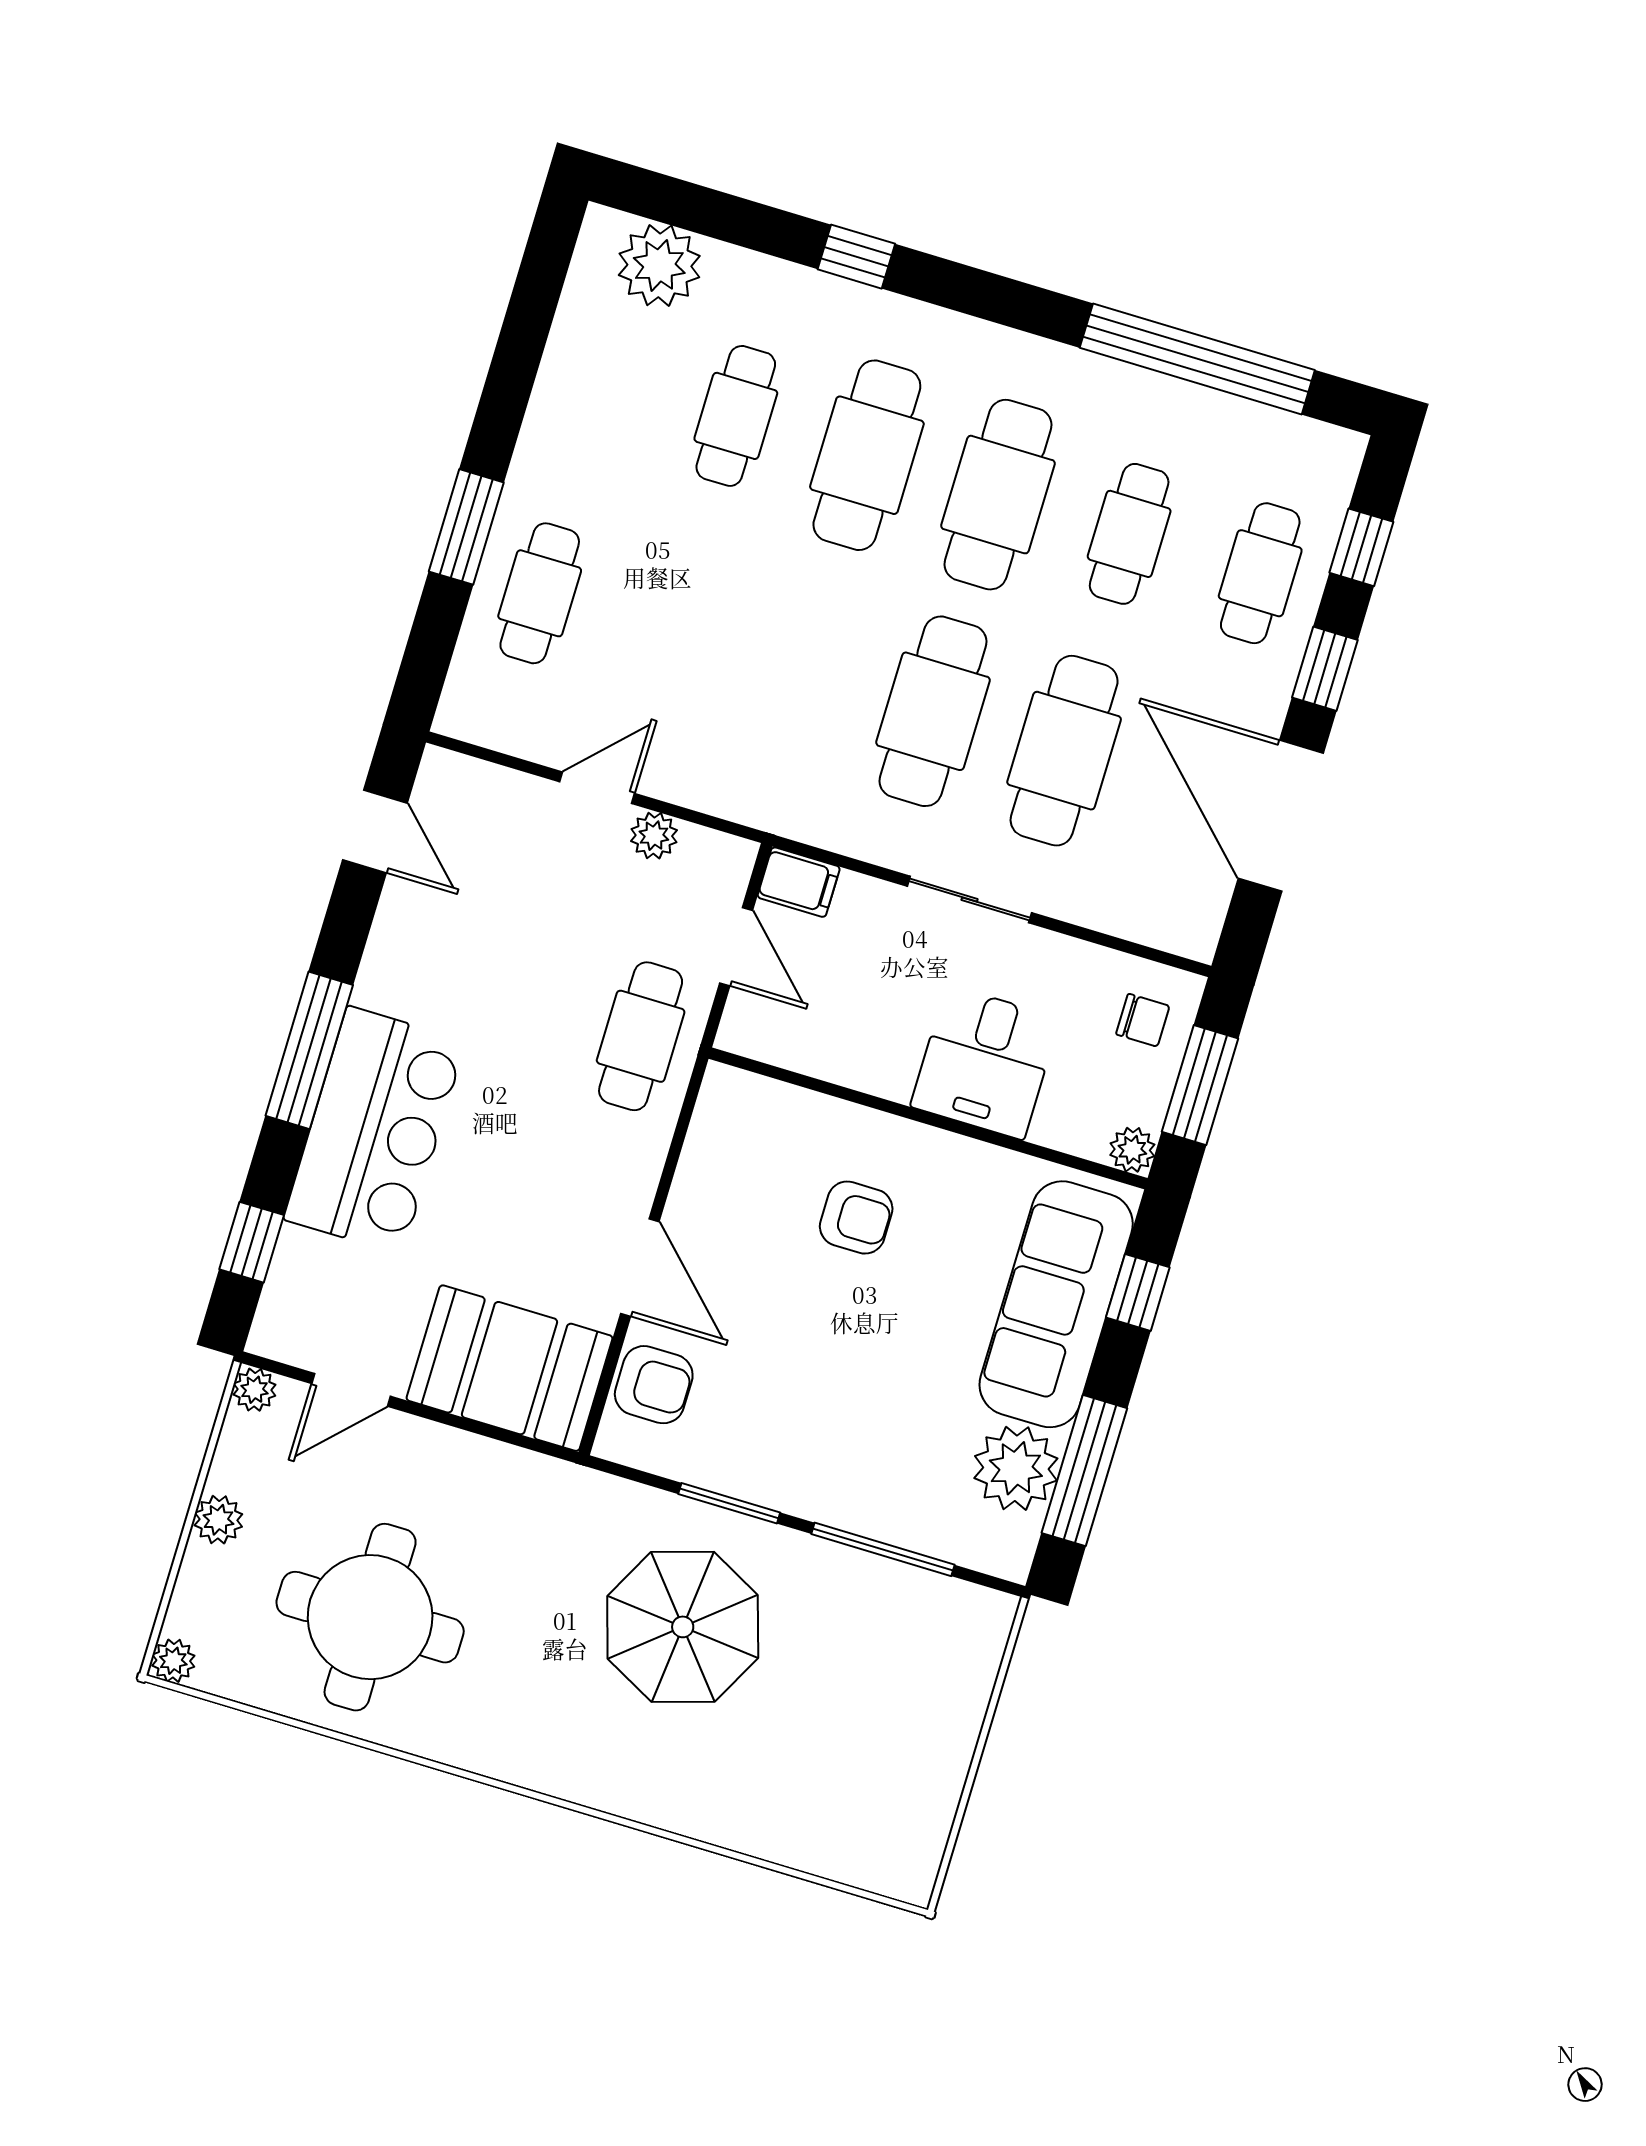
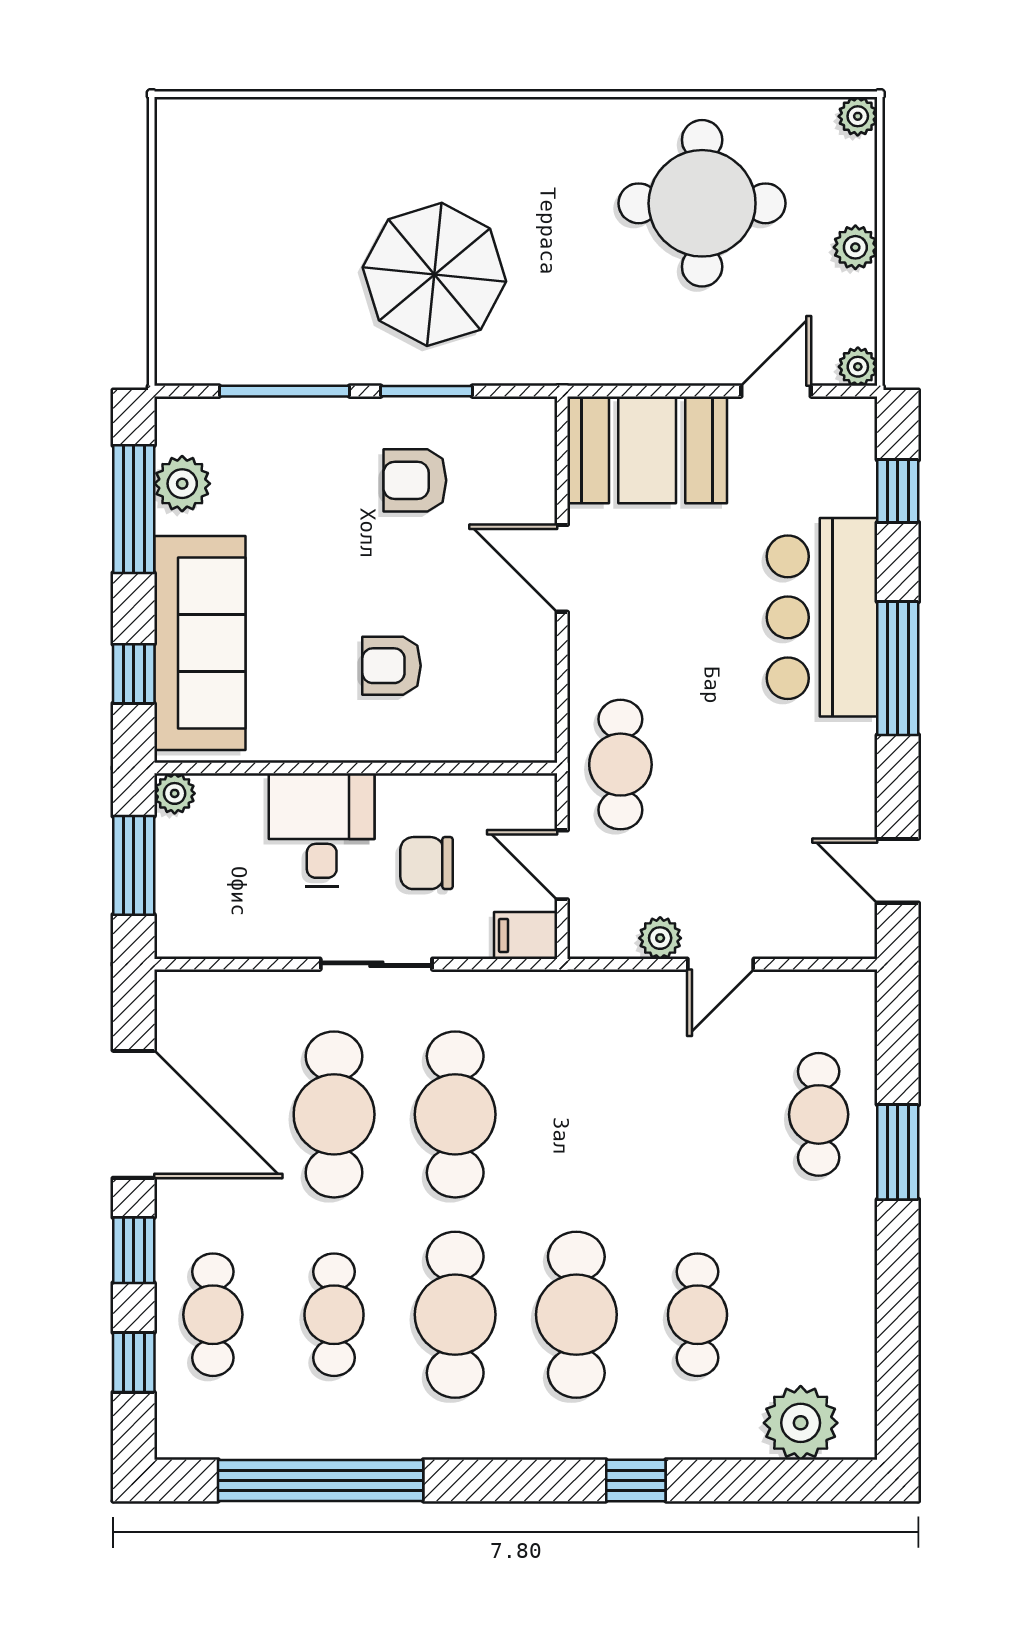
chair: (1143, 1020) -> (427, 863), moved, width x1.37, depth x1.37
armchair: (654, 1385) -> (415, 480), moved
plant: (1016, 1468) -> (182, 484), width x0.73, depth x0.73

